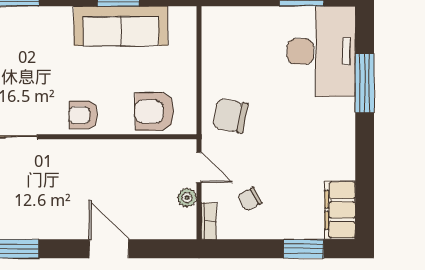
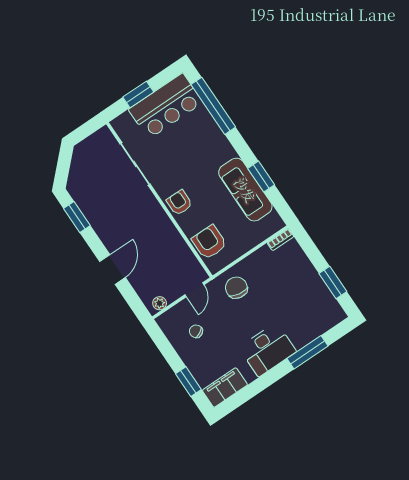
desk: (321, 51) -> (268, 350), moved, width x0.73, depth x0.77
plant: (187, 198) -> (160, 303), moved
bookcase: (209, 221) -> (280, 240), moved

